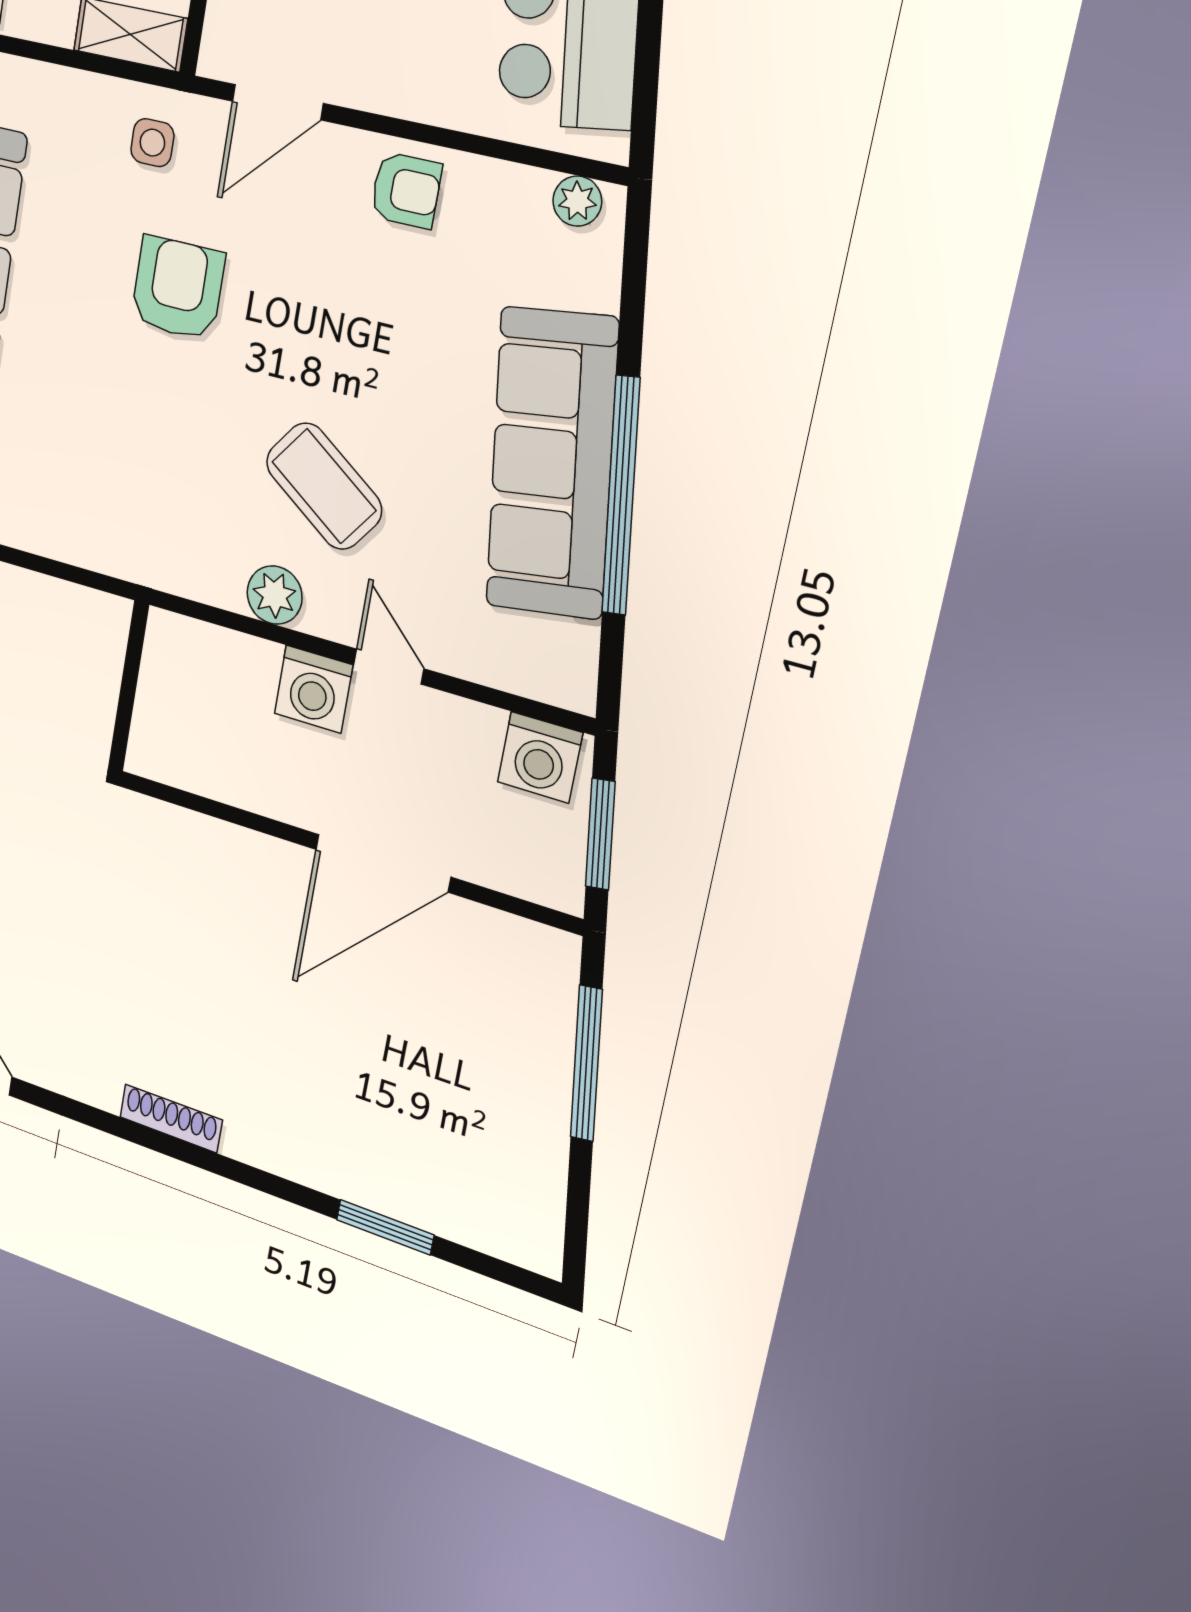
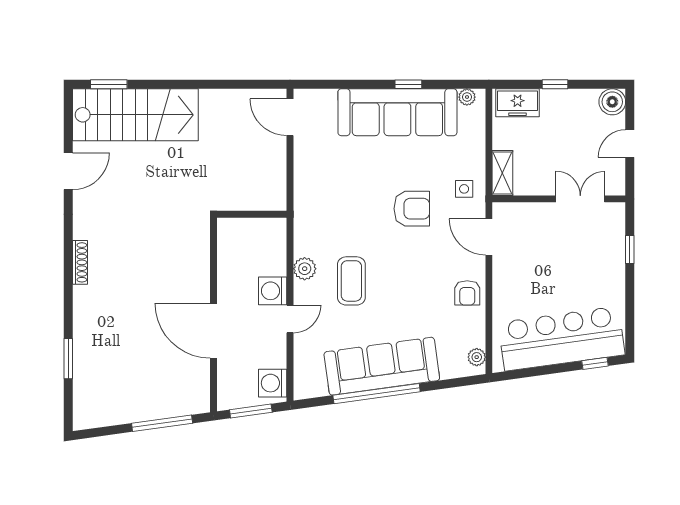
coffee table: (324, 486) -> (351, 281), turned -36

